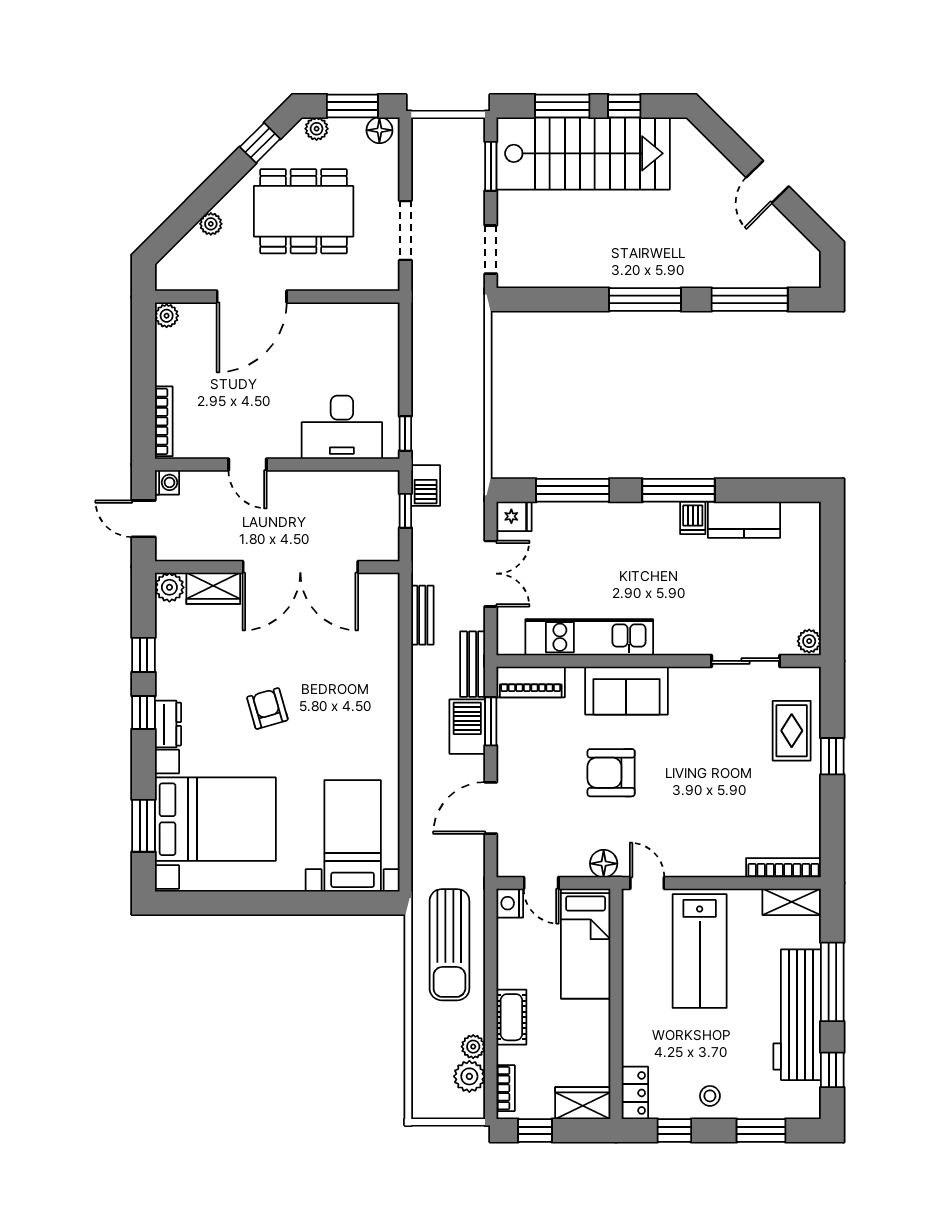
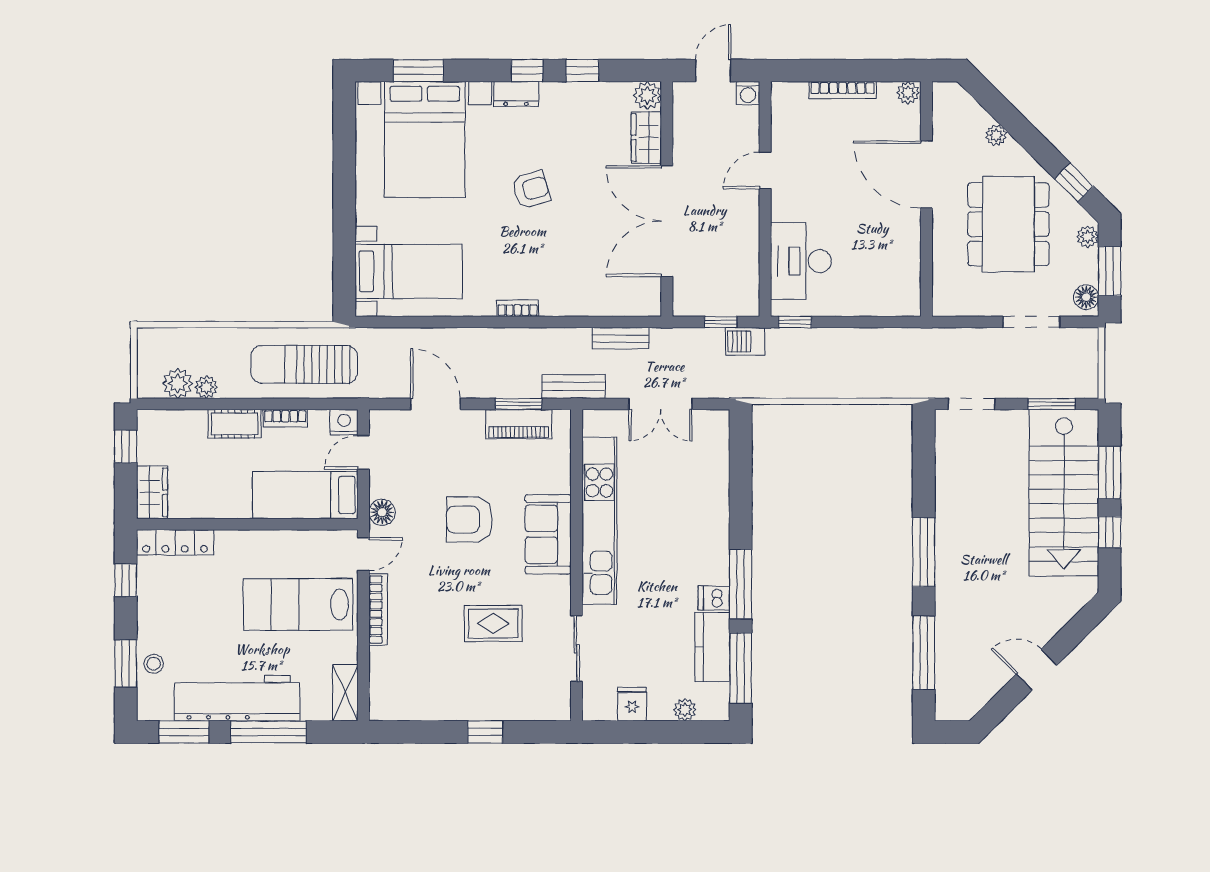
doorway: (405, 230) -> (1031, 322), moved
bookcase: (164, 421) -> (843, 90), moved
window: (573, 490) -> (741, 668), moved
fridge: (514, 516) -> (632, 704), moved, turned 180
kitchen unit: (589, 637) -> (599, 521), width x1.36
plant: (809, 641) -> (685, 710), moved
piano: (531, 682) -> (519, 424), moved, turned -90
bookcase: (391, 722) -> (518, 308), added
barbecue: (467, 727) -> (514, 381), removed
rug: (792, 731) -> (493, 623), moved
armchair: (611, 773) -> (469, 520), turned -90
bookcase: (784, 868) -> (378, 610), moved
window: (832, 1070) -> (184, 732), width x1.50
bookcase: (506, 1088) -> (285, 418), moved
locker: (635, 1093) -> (175, 542), width x1.53
stool: (710, 1096) -> (154, 664), moved

